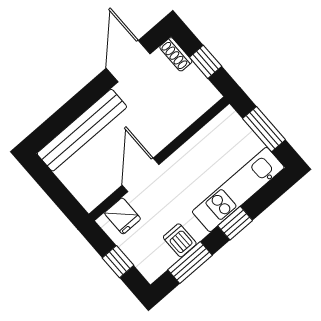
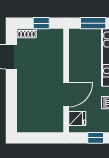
bench: (82, 130) -> (24, 103), removed
door: (141, 175) -> (66, 95), swing flipped

